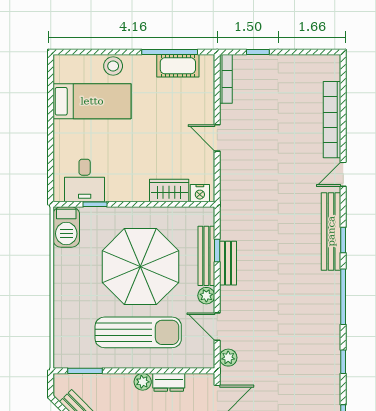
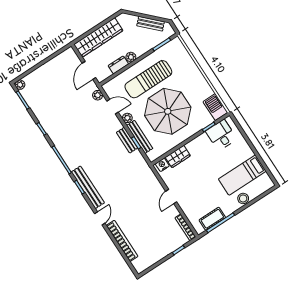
door: (217, 138) -> (171, 197), swing flipped

